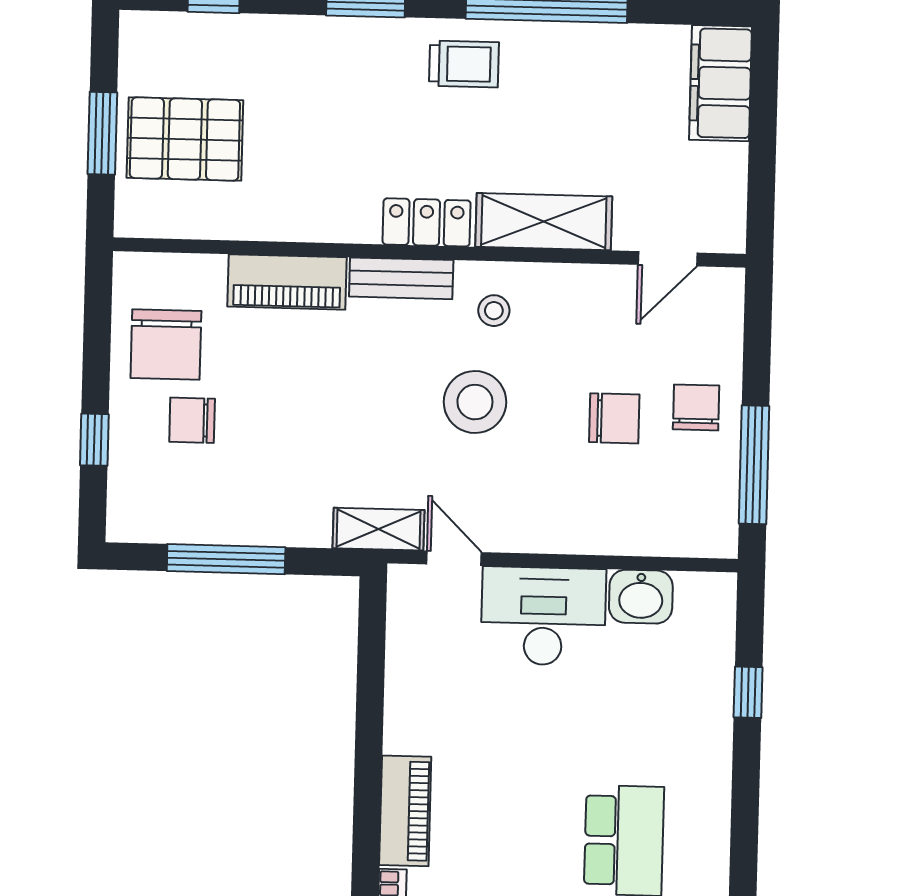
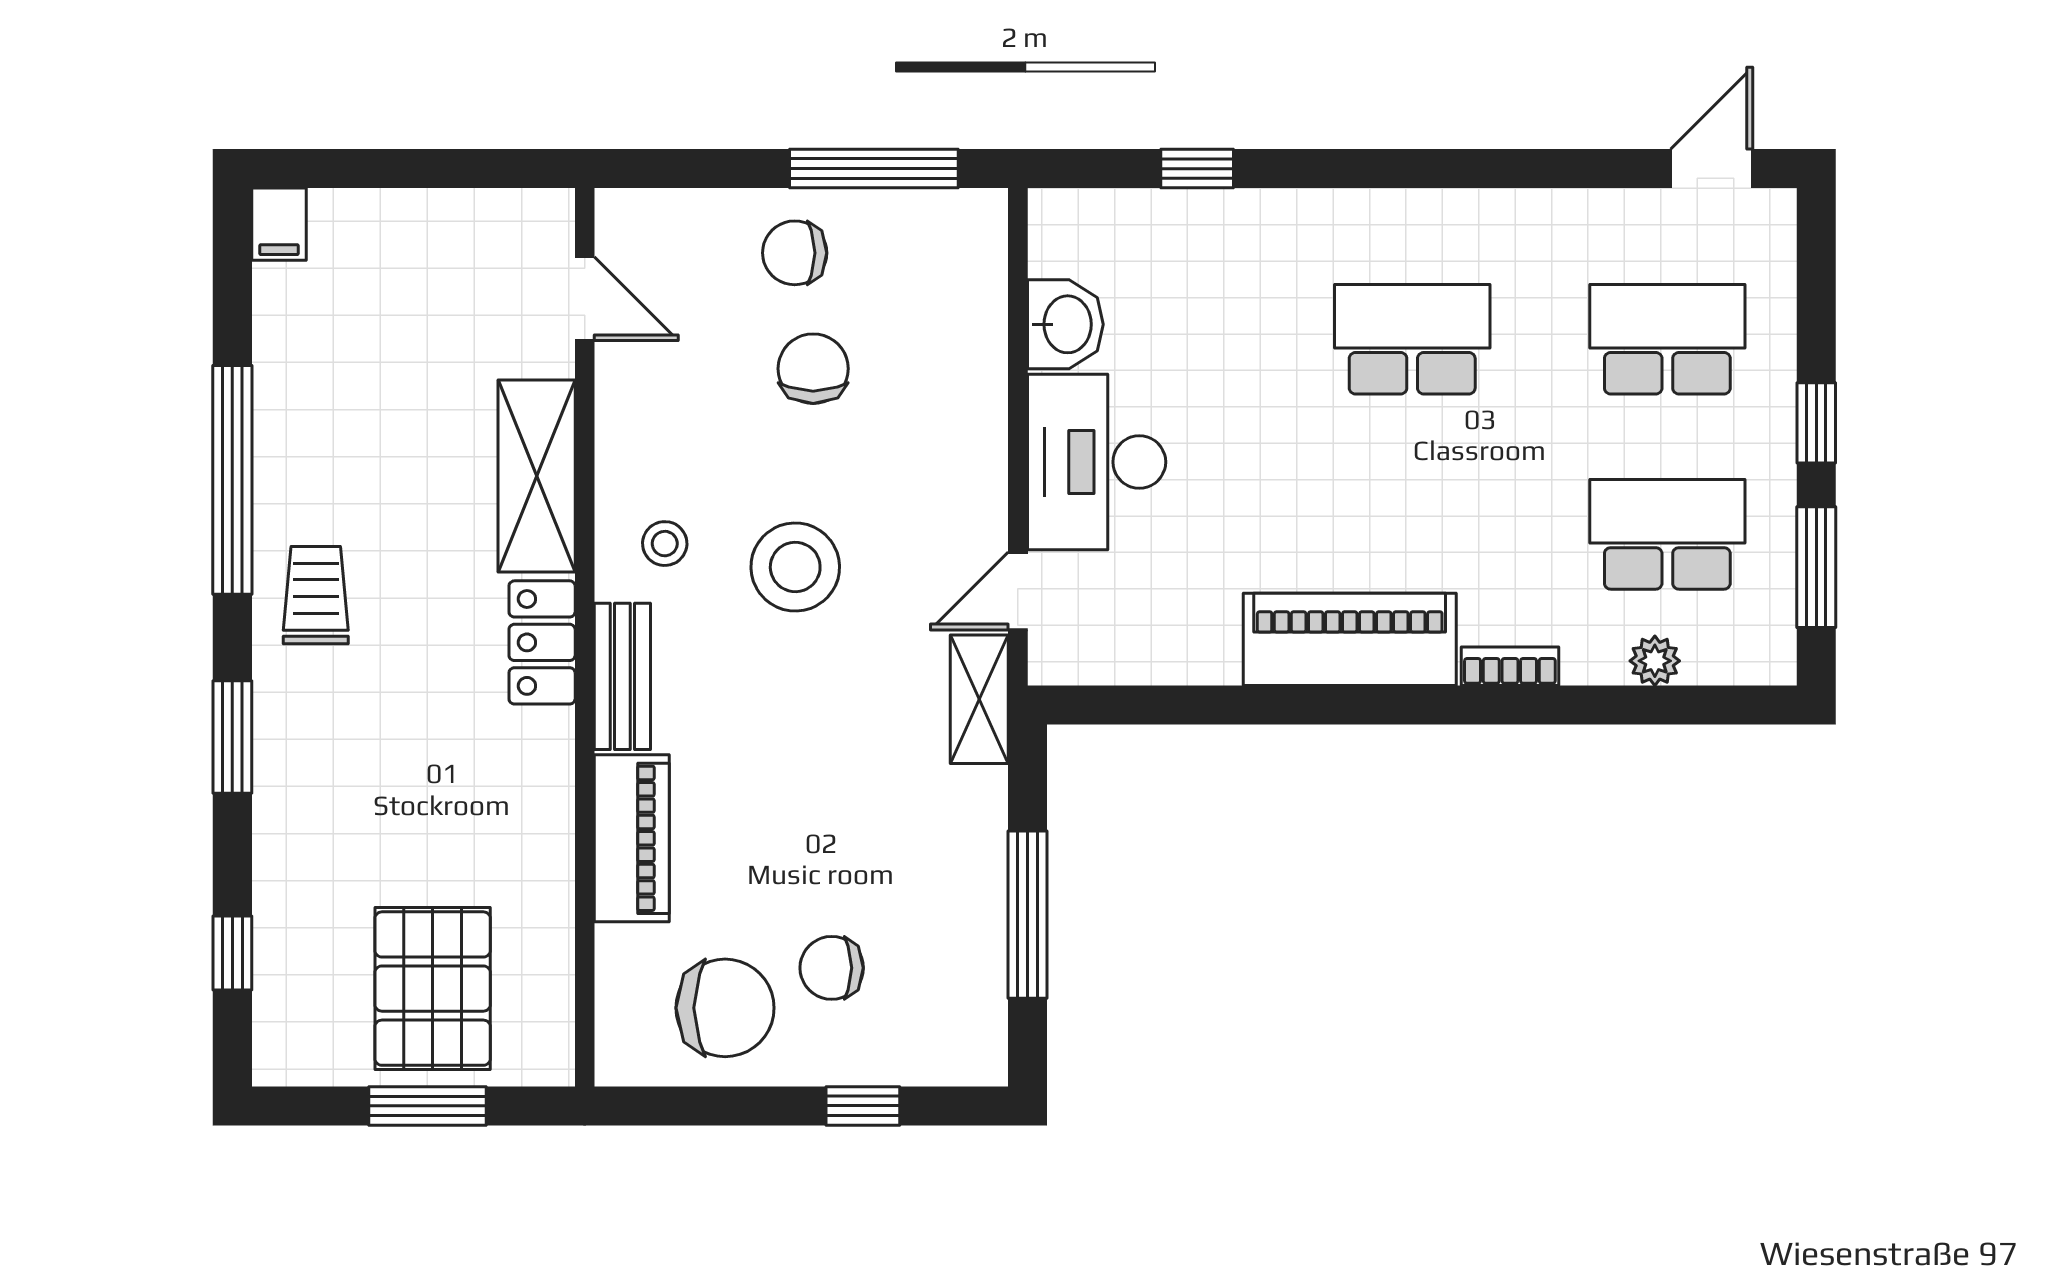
filing cabinet: (721, 83) -> (279, 224), width x0.33, depth x0.86
chair: (192, 420) -> (832, 968), turned 90
piano: (405, 811) -> (1350, 639), width x1.37, depth x1.33

